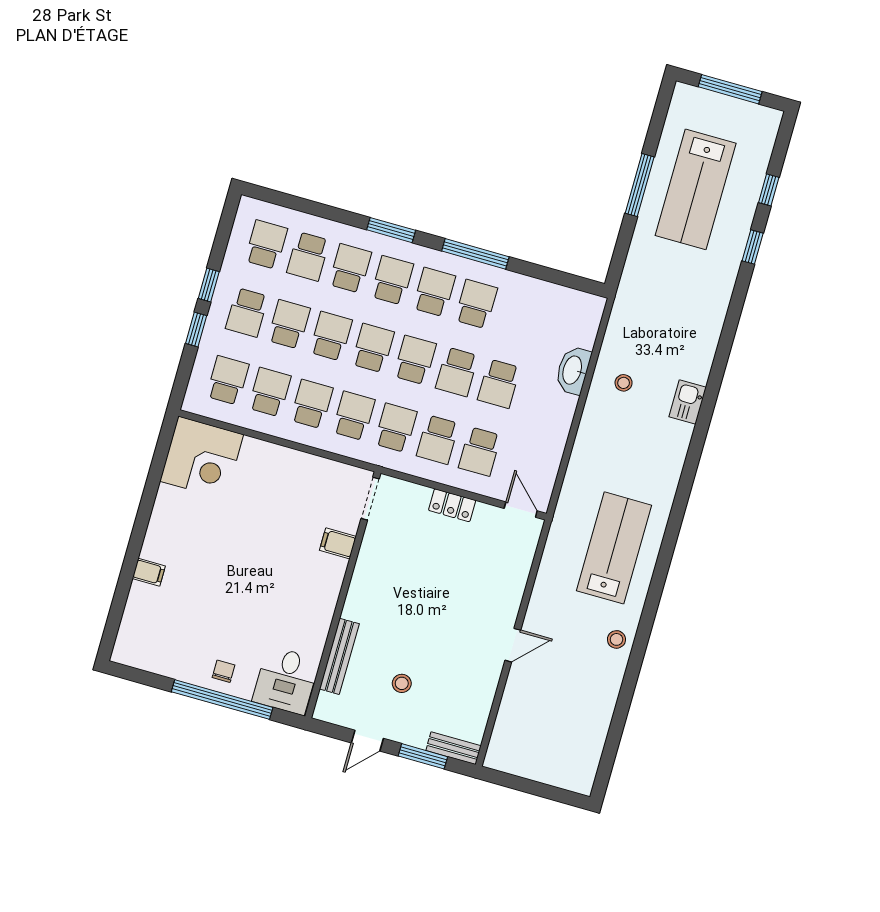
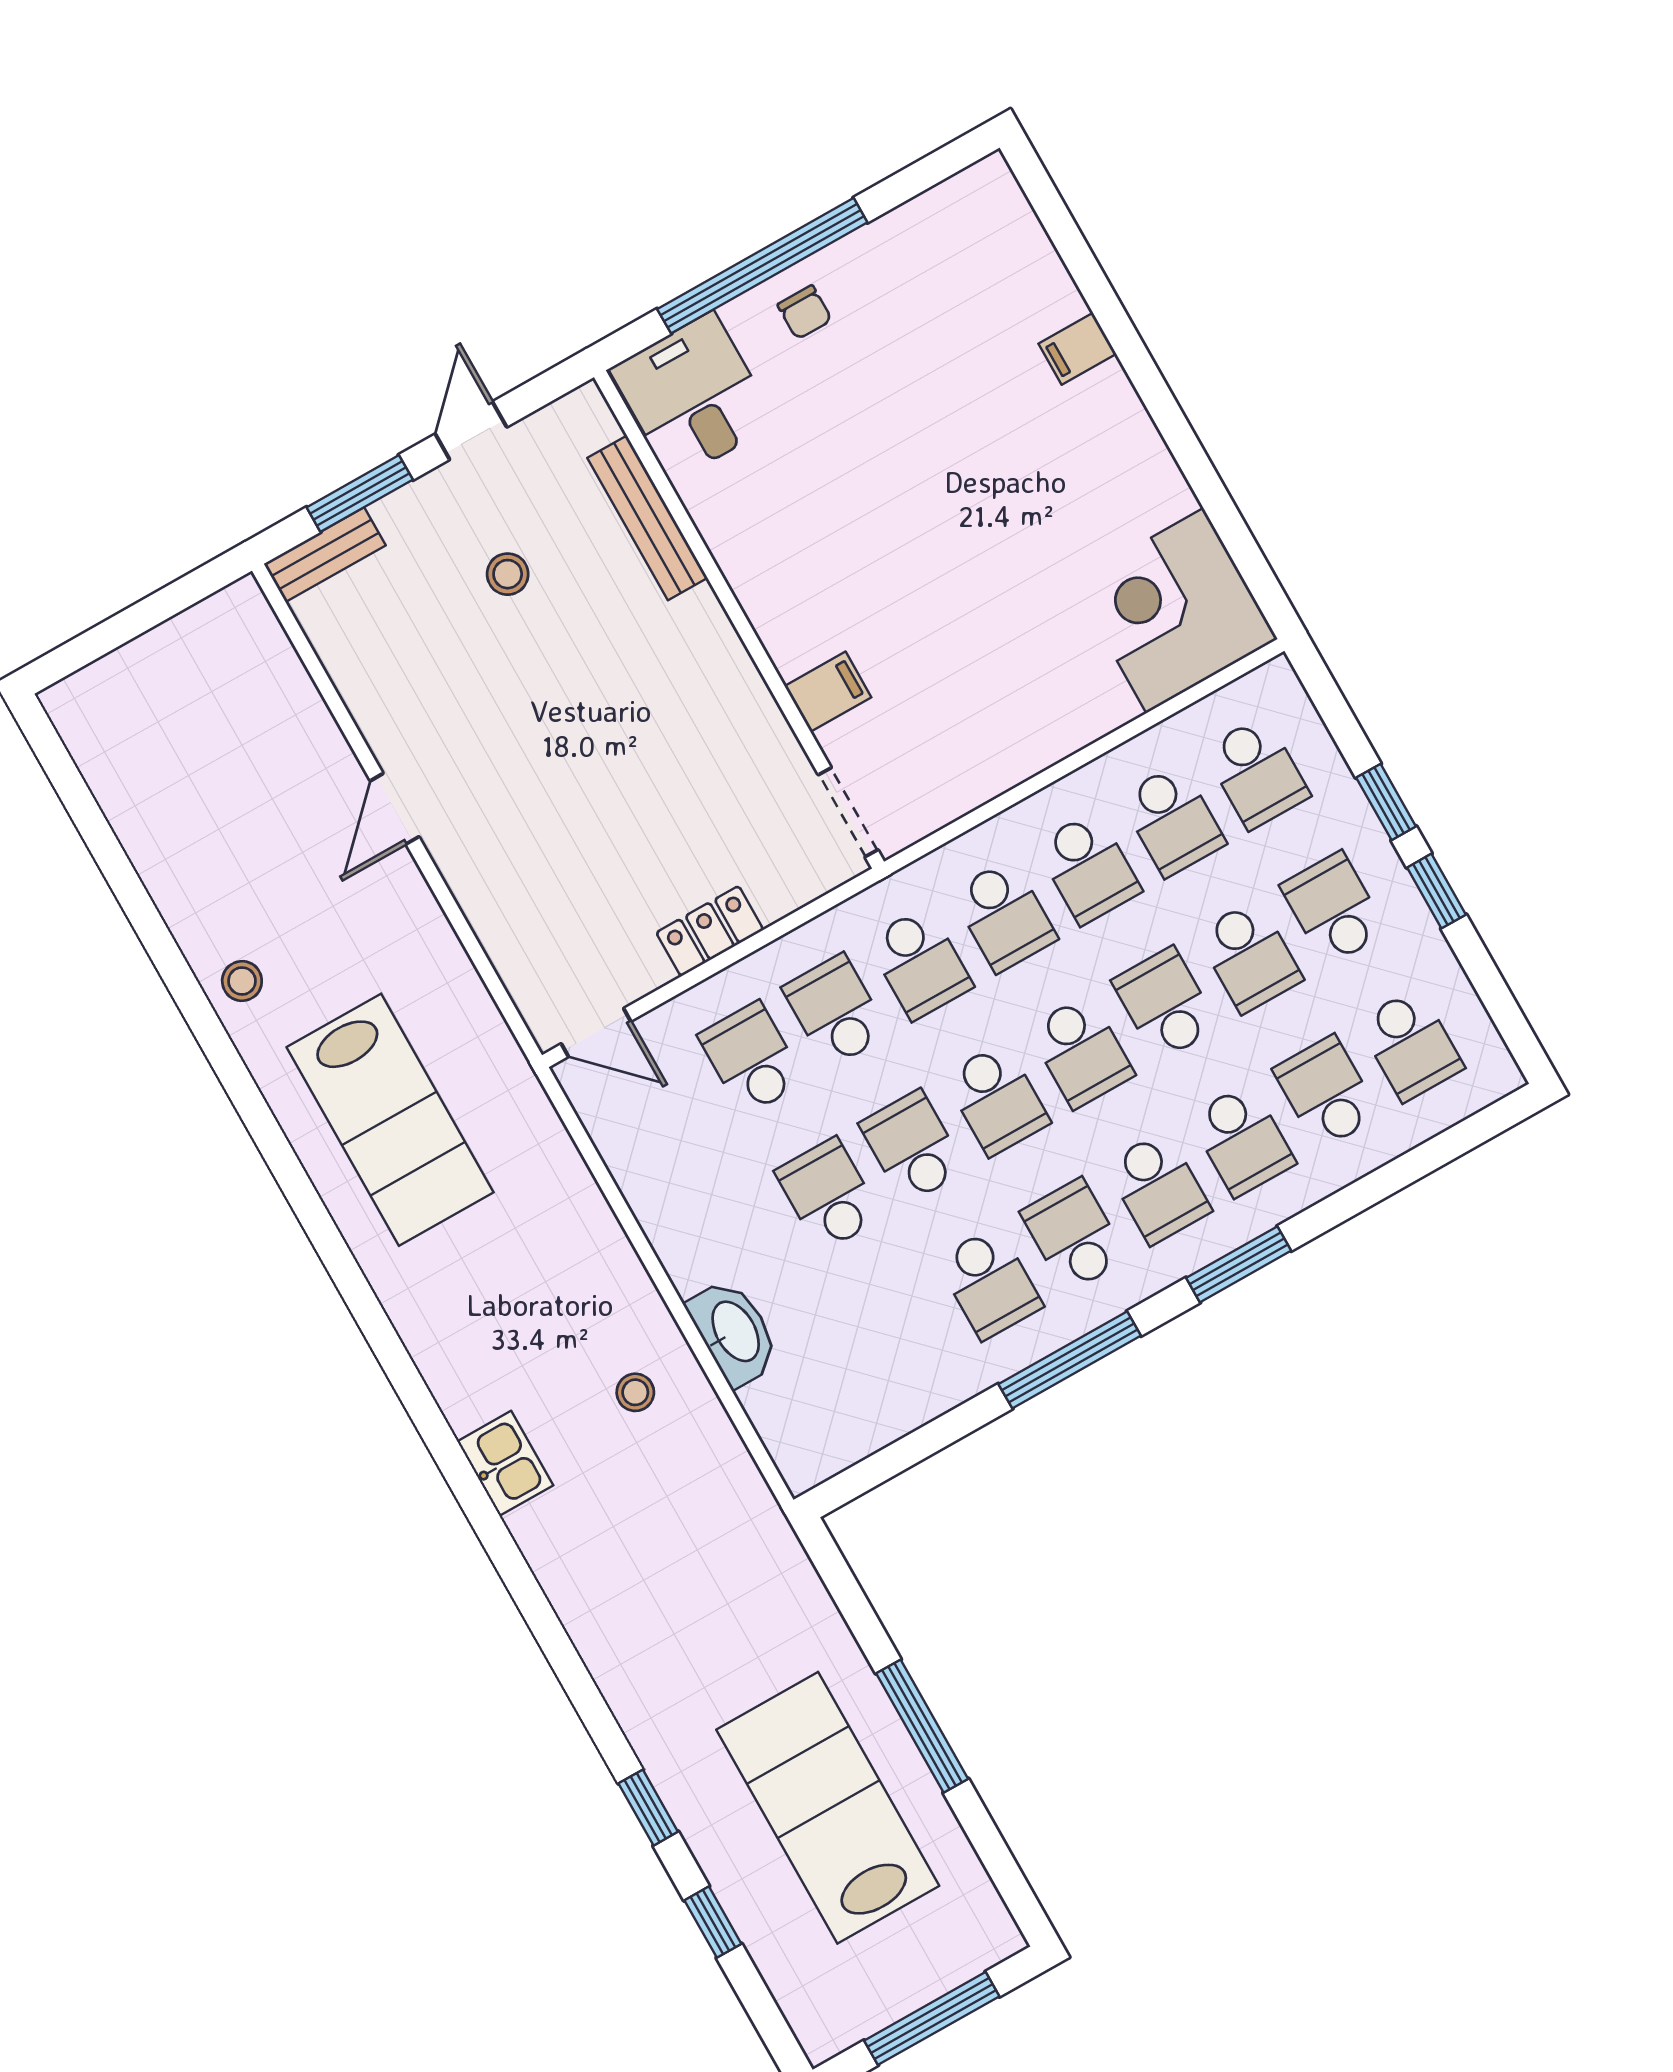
school desk: (434, 292) -> (1074, 1235), turned 180
school desk: (331, 336) -> (1165, 1004), turned 180

